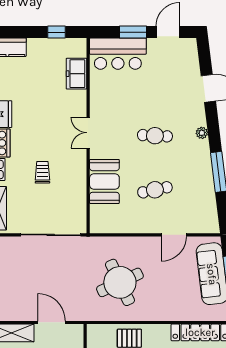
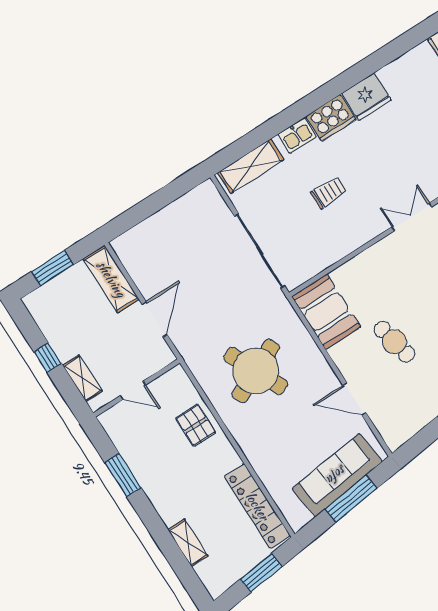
booth: (104, 181) -> (326, 312), moved, turned 90

